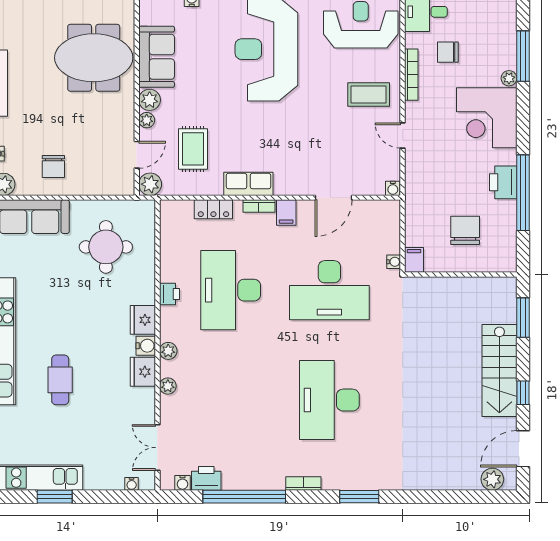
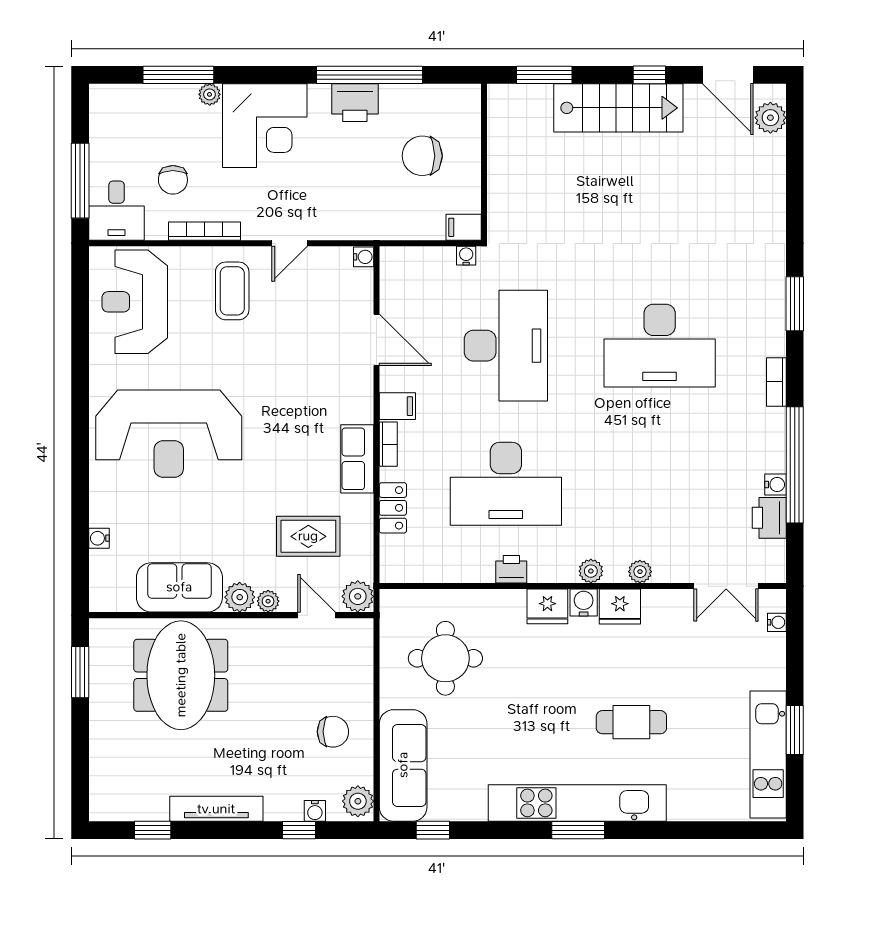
water cooler: (182, 483) -> (775, 485), moved

